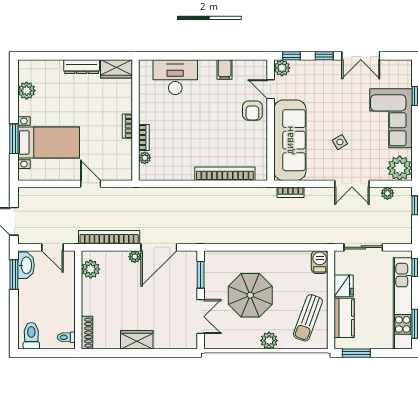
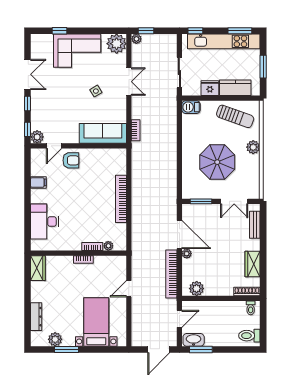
dresser: (82, 67) -> (36, 317), moved
window: (14, 139) -> (67, 349), moved
sofa: (290, 140) -> (103, 133), width x0.74, depth x0.79
bookcase: (225, 174) -> (121, 199), moved
plant: (387, 193) -> (136, 39), moved
double door: (201, 317) -> (234, 201), swing flipped
wardrobe: (137, 340) -> (253, 264), moved
bench: (171, 343) -> (255, 225), added
window: (356, 353) -> (263, 67), moved

